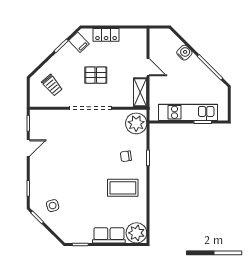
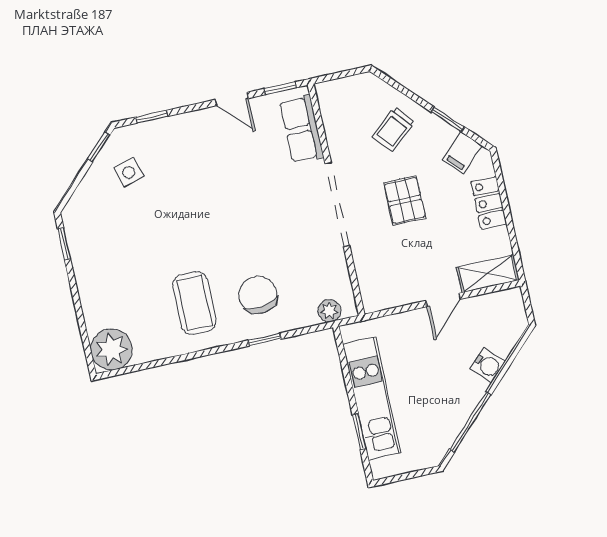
trolley: (52, 85) -> (394, 129), moved
shelving: (140, 92) -> (488, 274), moved
plant: (136, 123) -> (329, 311), width x0.53, depth x0.53
chair: (126, 156) -> (258, 295), width x1.87, depth x1.87
row of seats: (109, 235) -> (302, 129), moved, turned 180

